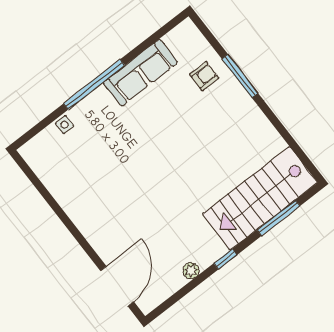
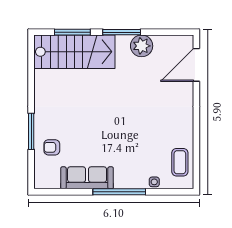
coffee table: (53, 167) -> (180, 162), added
window: (225, 259) -> (122, 32), width x2.17
plant: (191, 271) -> (142, 46), width x1.88, depth x1.88

